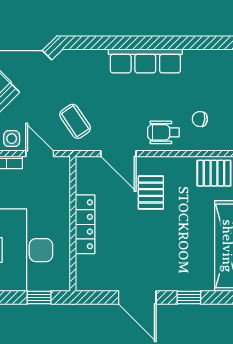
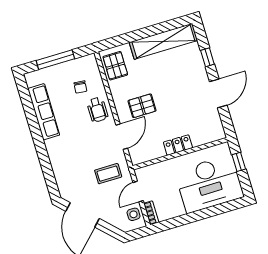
row of seats: (145, 61) -> (44, 112), moved
coffee table: (75, 121) -> (108, 174), turned 34
locker: (85, 224) -> (178, 145), width x0.66

